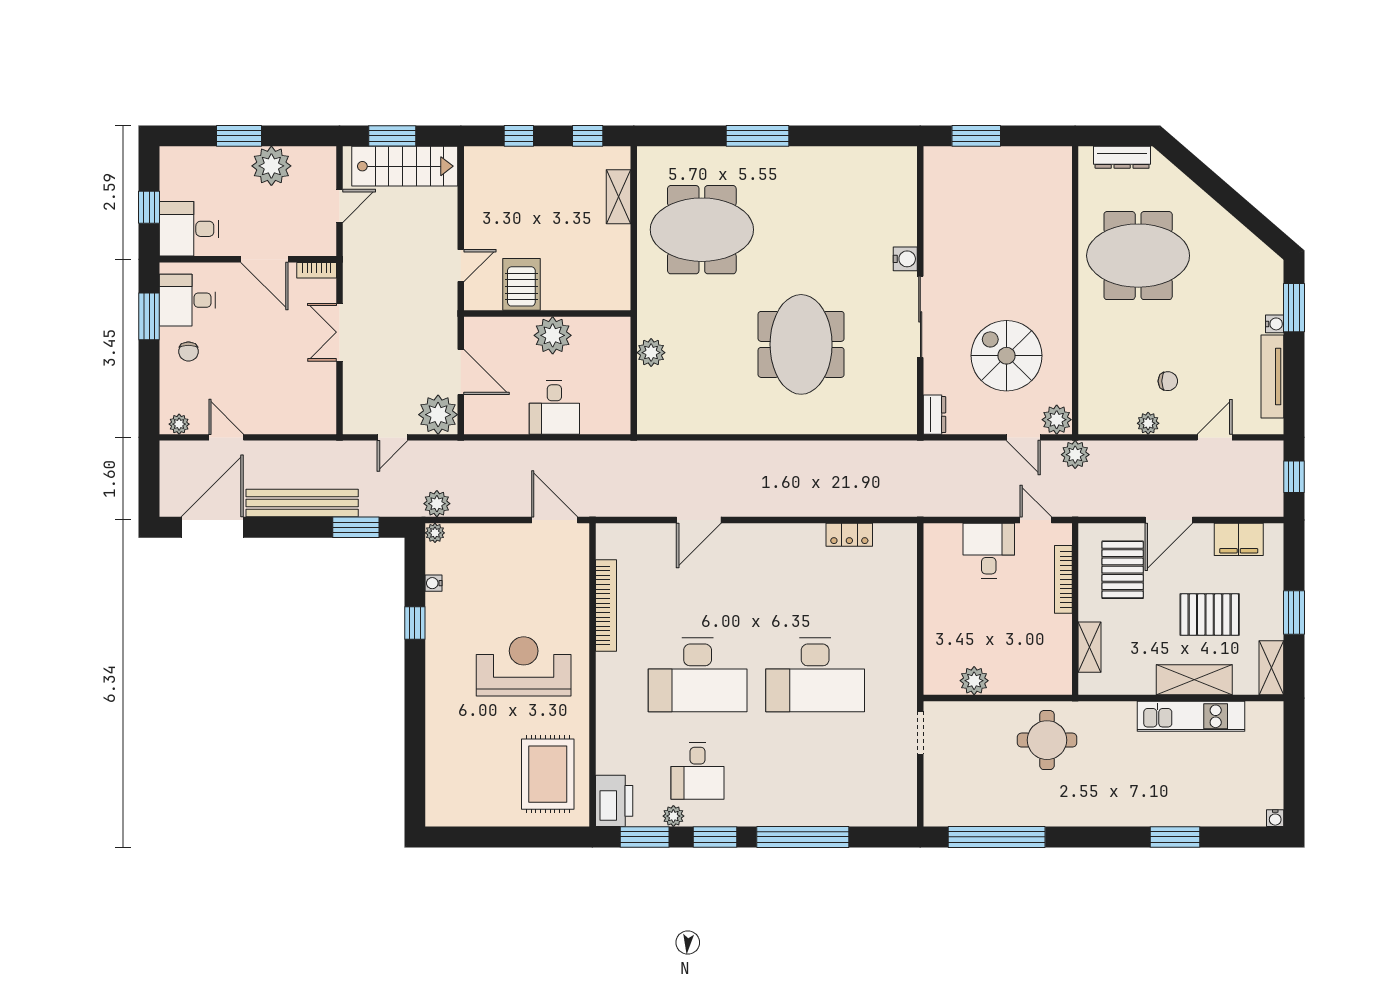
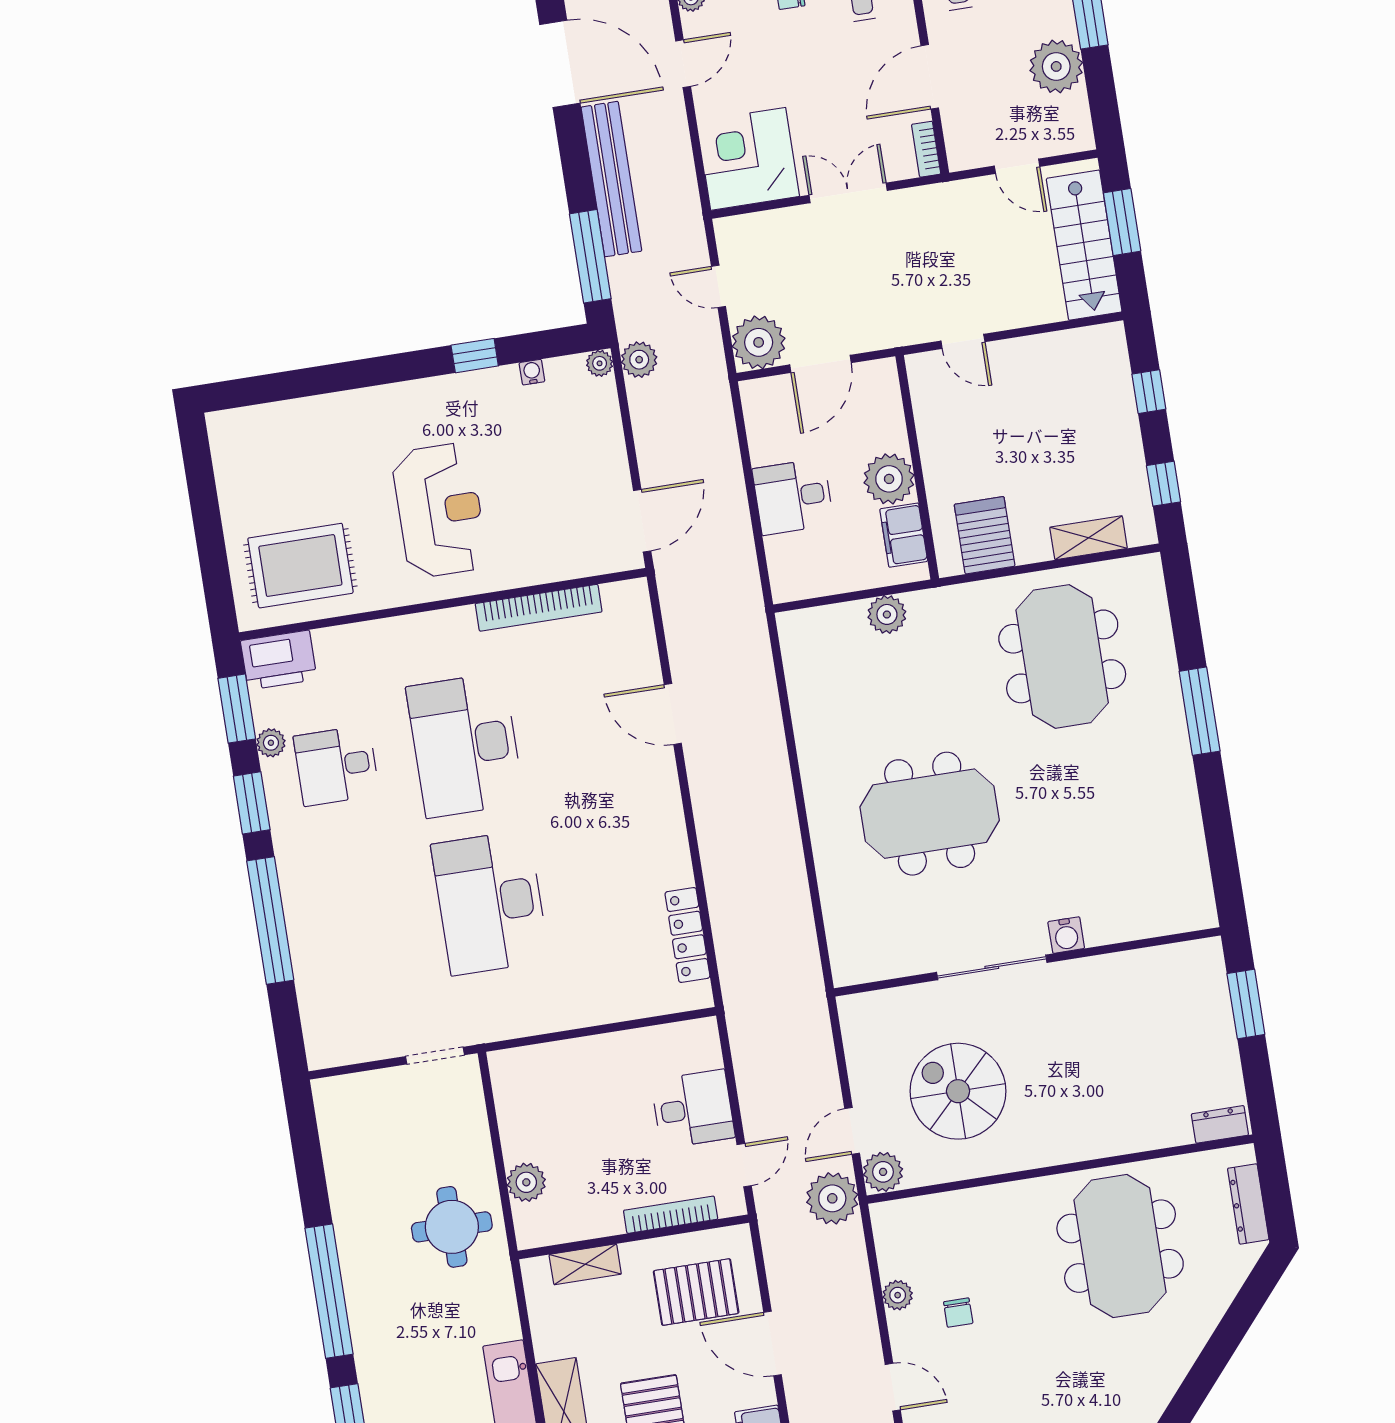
server rack: (521, 284) -> (985, 535), moved, turned -90
filing cabinet: (595, 331) -> (904, 535), added
spiral stairs: (1006, 356) -> (958, 1091), turned -90
corner desk: (303, 401) -> (748, 159), added
dresser: (934, 415) -> (1220, 1124), moved, turned 180
plant: (1075, 455) -> (832, 1198), width x1.36, depth x1.36
window: (356, 527) -> (590, 256), width x1.44
locker: (849, 535) -> (687, 935), width x1.53
plant: (974, 681) -> (526, 1182), moved
window: (997, 837) -> (329, 1291), moved

